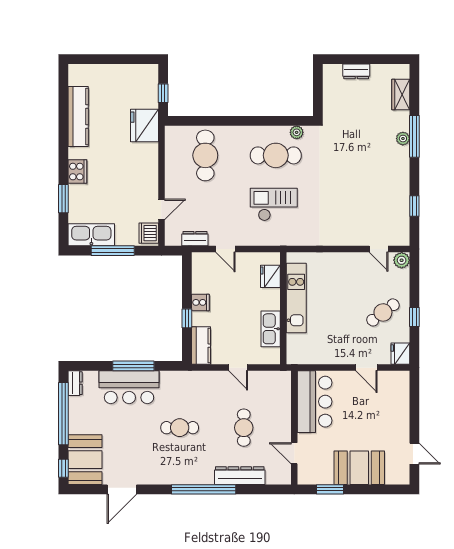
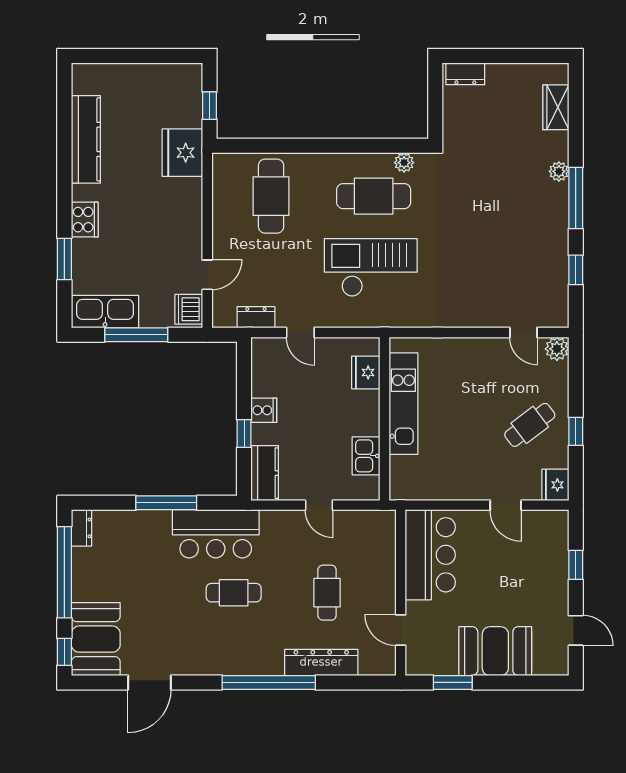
dresser: (356, 71) -> (465, 74), moved
window: (414, 136) -> (576, 198), moved
checkout: (274, 204) -> (371, 267), width x1.36, depth x1.21
kitchen sink: (271, 329) -> (366, 456), width x0.73
bar counter: (129, 387) -> (216, 534), moved
window: (414, 409) -> (576, 565), added

